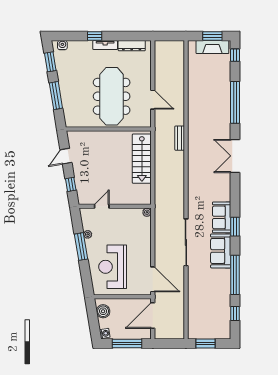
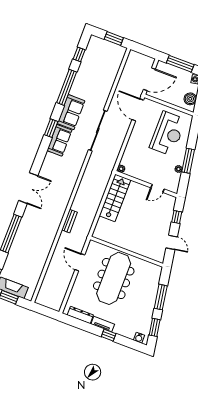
door: (66, 156) -> (172, 242), hinge flipped
stairs: (142, 159) -> (115, 198), moved

